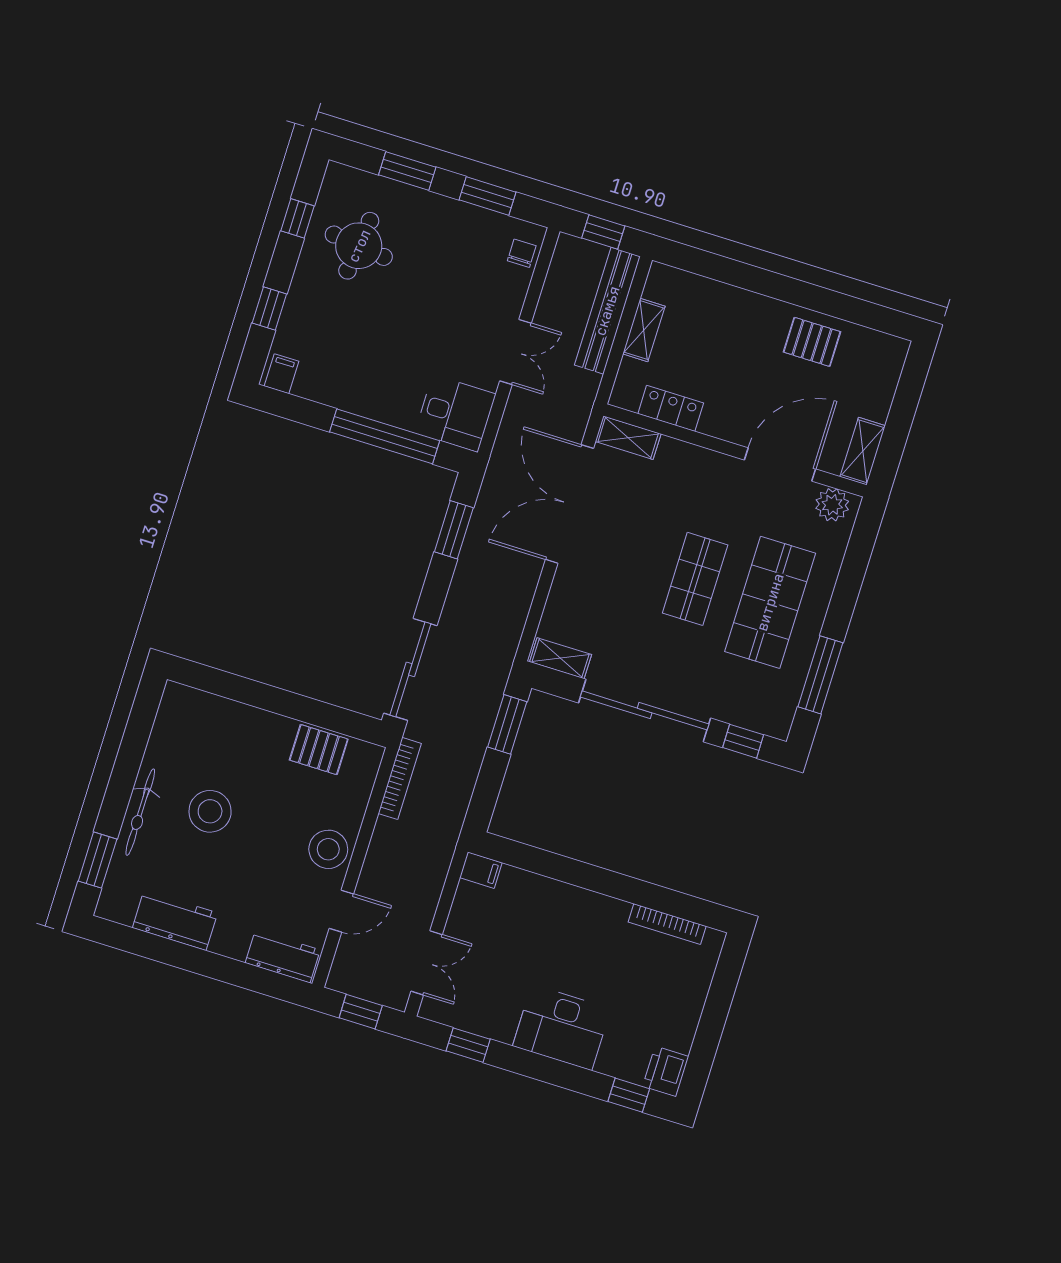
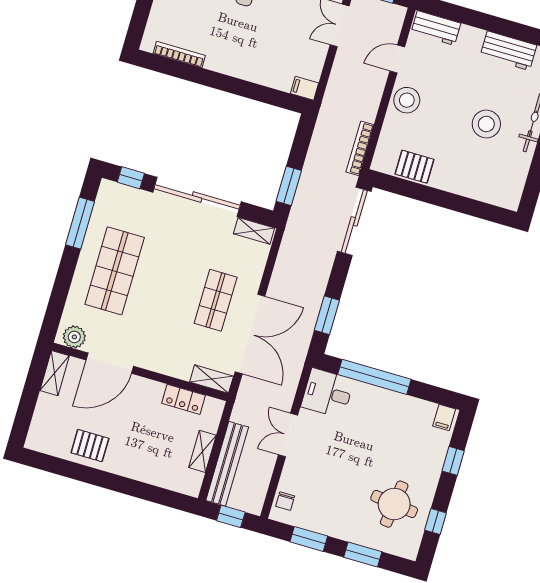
shop shelf: (695, 579) -> (216, 300), moved

